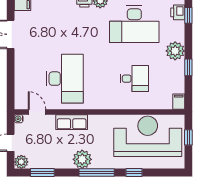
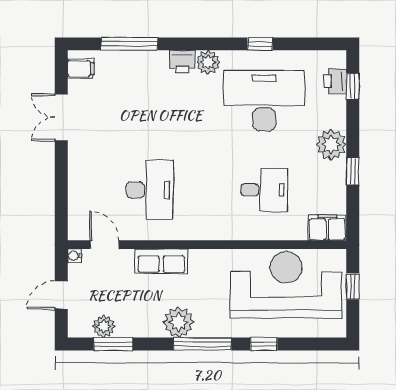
desk: (134, 24) -> (264, 101), turned 180
desk: (65, 79) -> (150, 190), width x0.73, depth x0.77
filing cabinet: (179, 102) -> (327, 228), width x2.00
plant: (21, 162) -> (104, 326), moved

